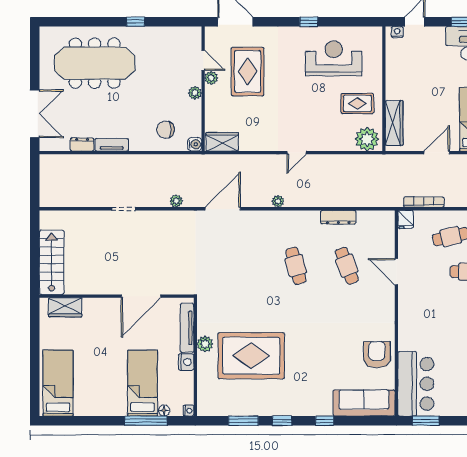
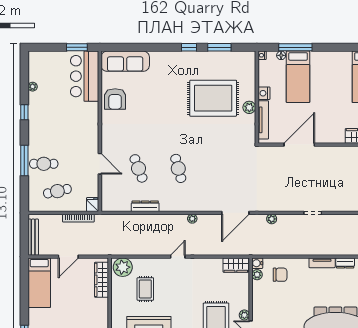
plant: (195, 93) -> (257, 275), moved
rug: (357, 103) -> (145, 289), moved, turned 90
window: (325, 421) -> (156, 47), removed

